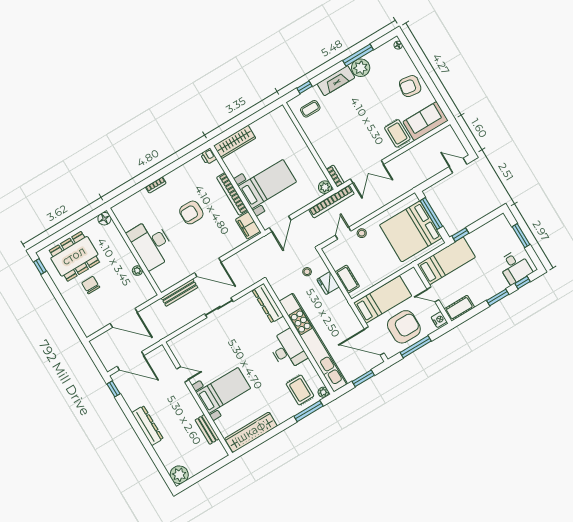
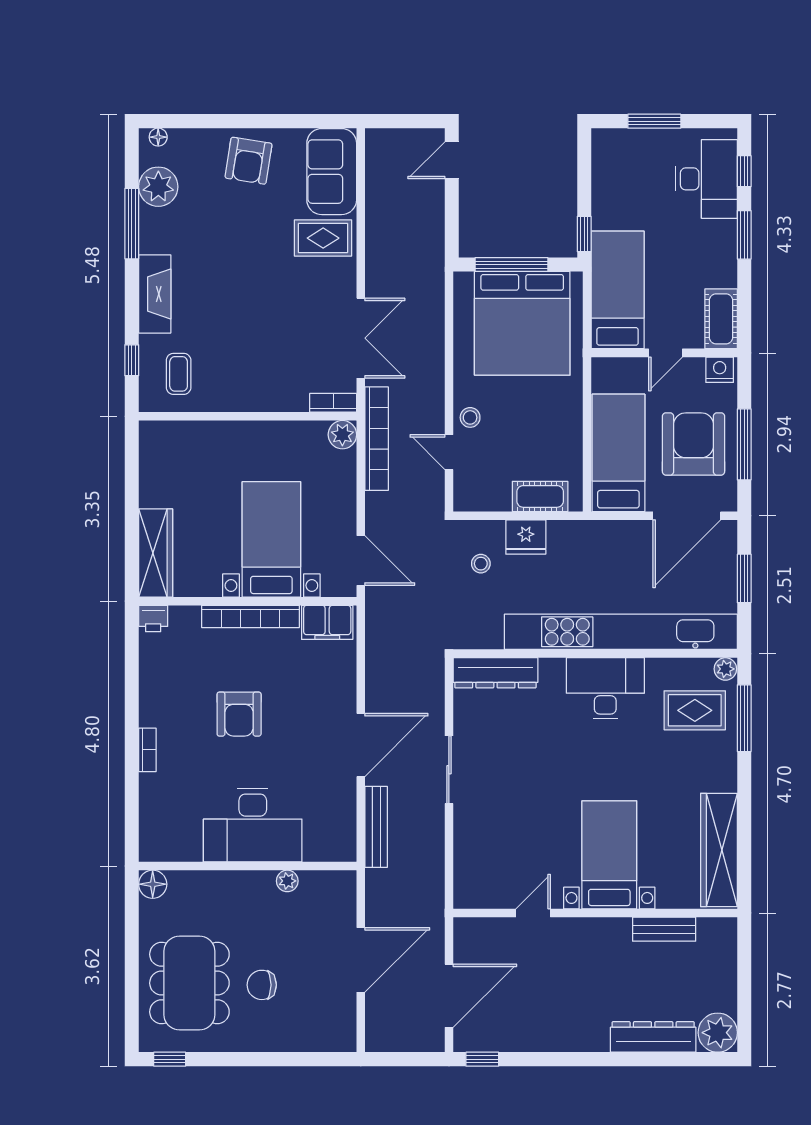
plant: (361, 68) -> (158, 187), moved
desk: (515, 267) -> (706, 179), width x1.37
dresser: (147, 426) -> (653, 1037), moved

